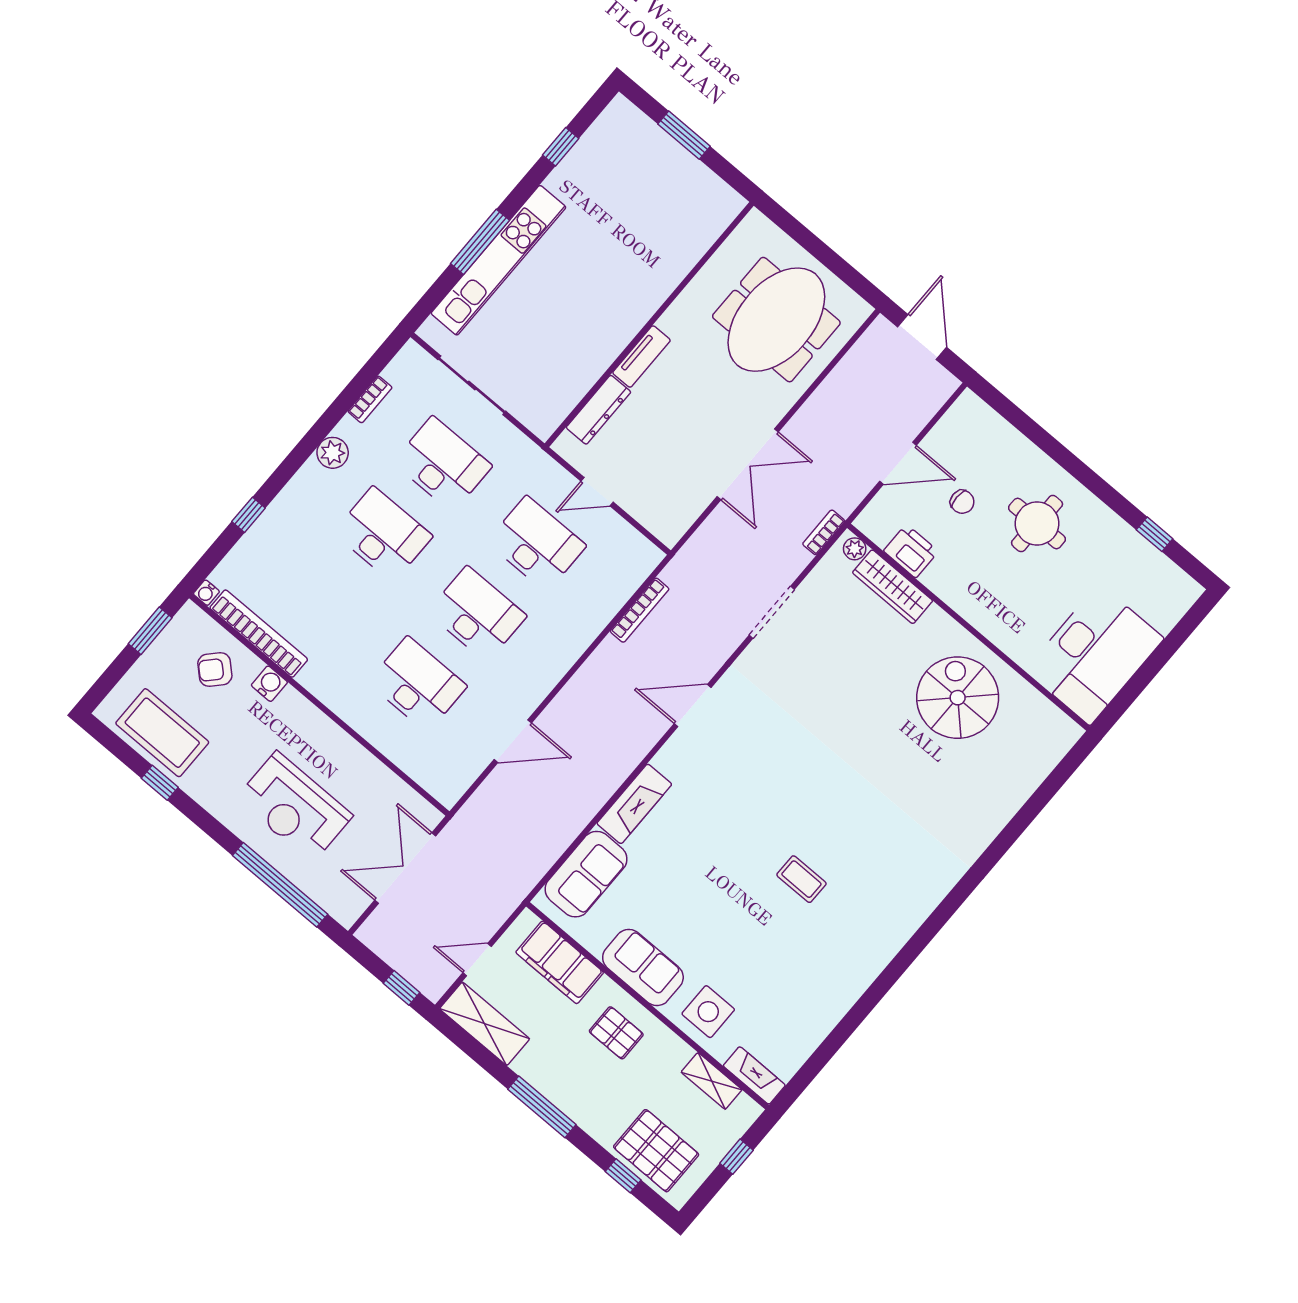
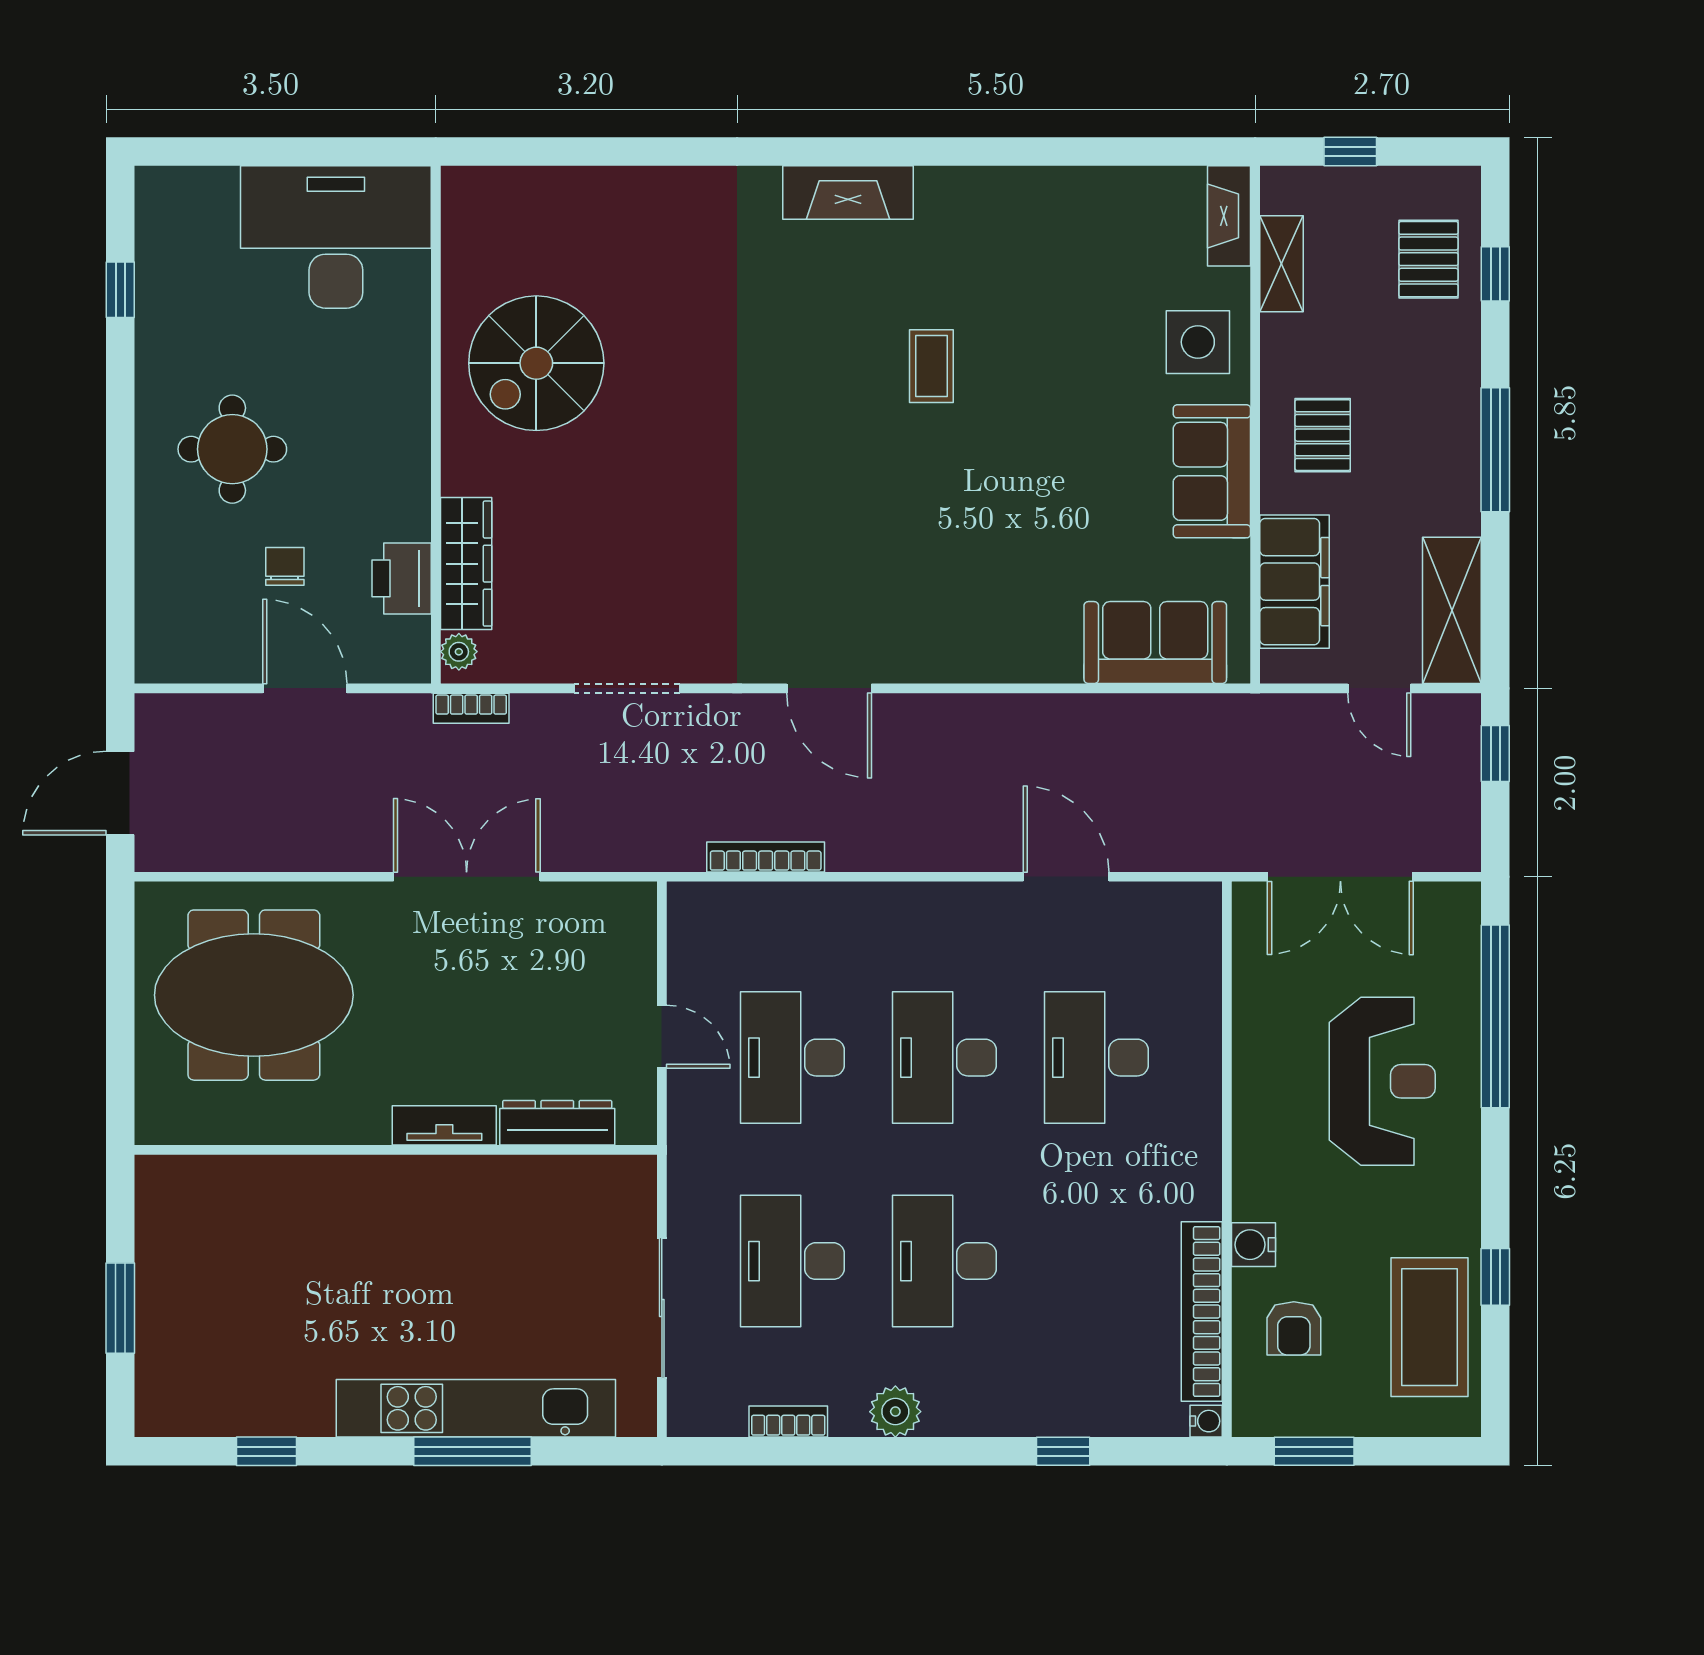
armchair: (215, 669) -> (1294, 1328), turned 47
fireplace: (634, 804) -> (848, 193), moved, turned 180
pallet: (656, 1151) -> (1428, 259), width x0.67, depth x0.71

